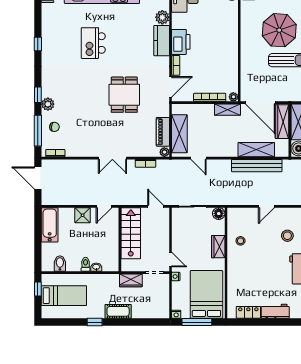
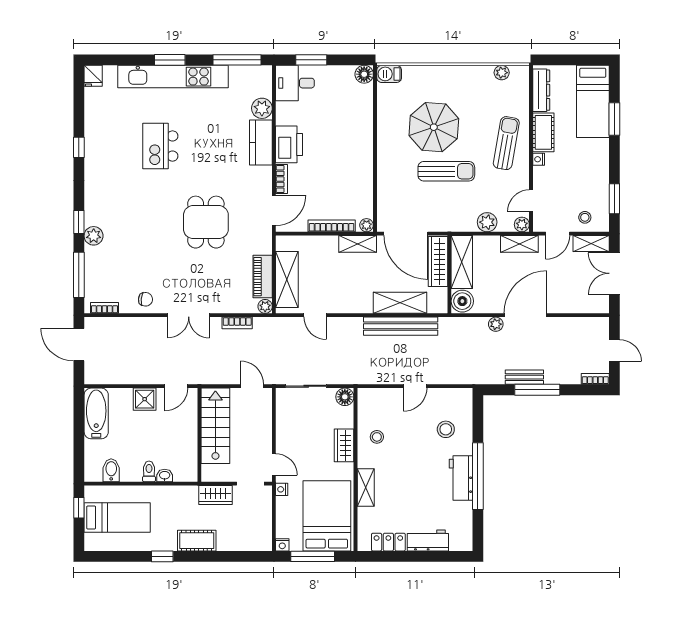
chair: (54, 127) -> (145, 299), moved
shelving: (233, 275) -> (366, 487), added

